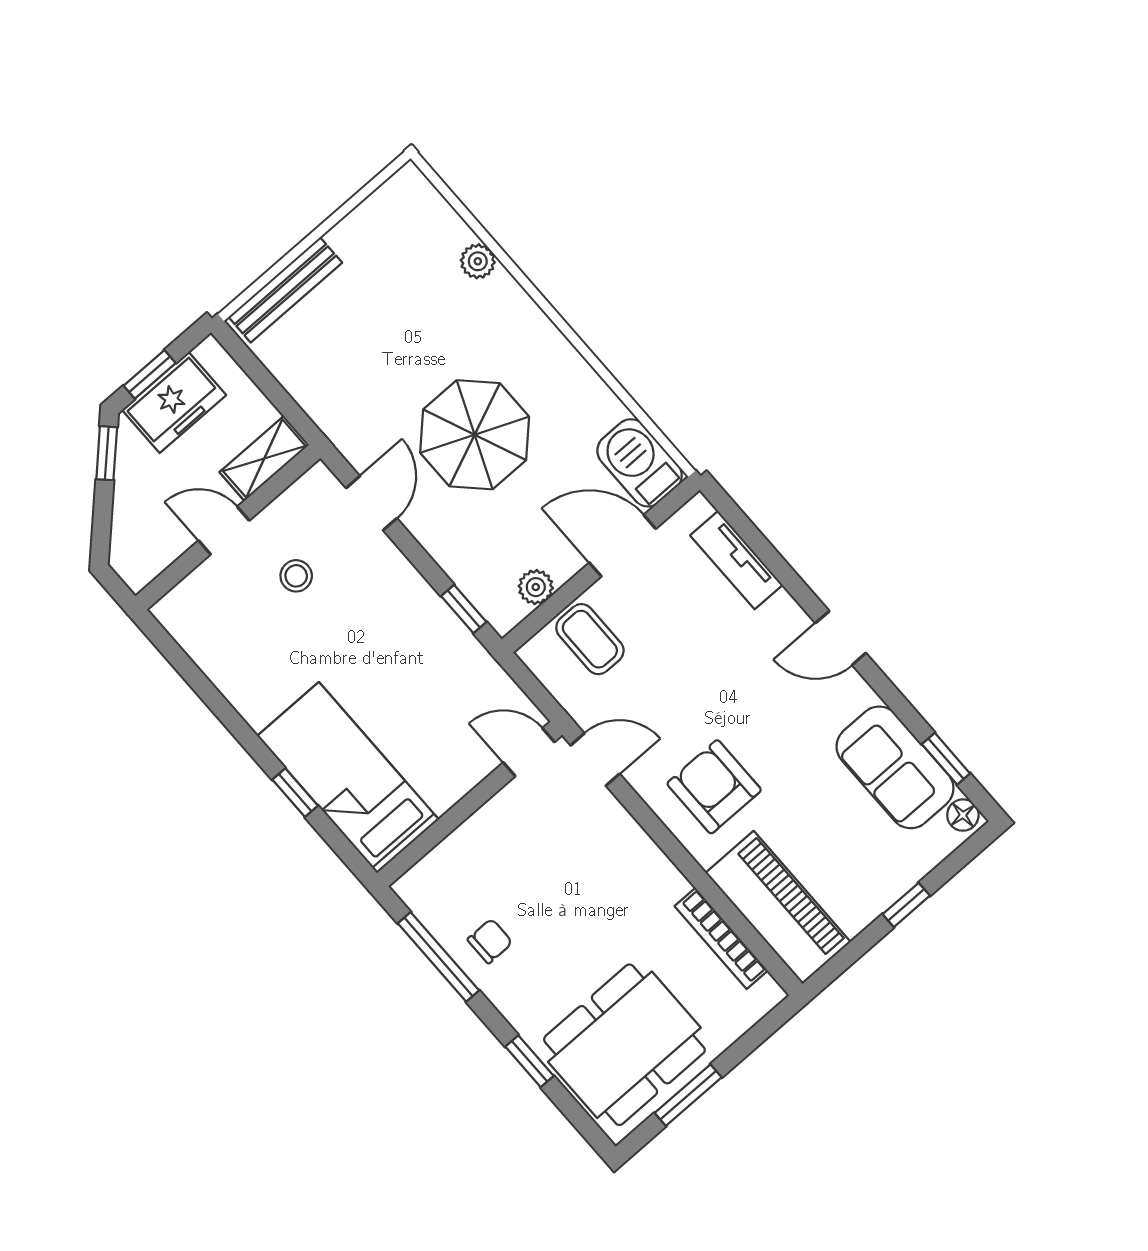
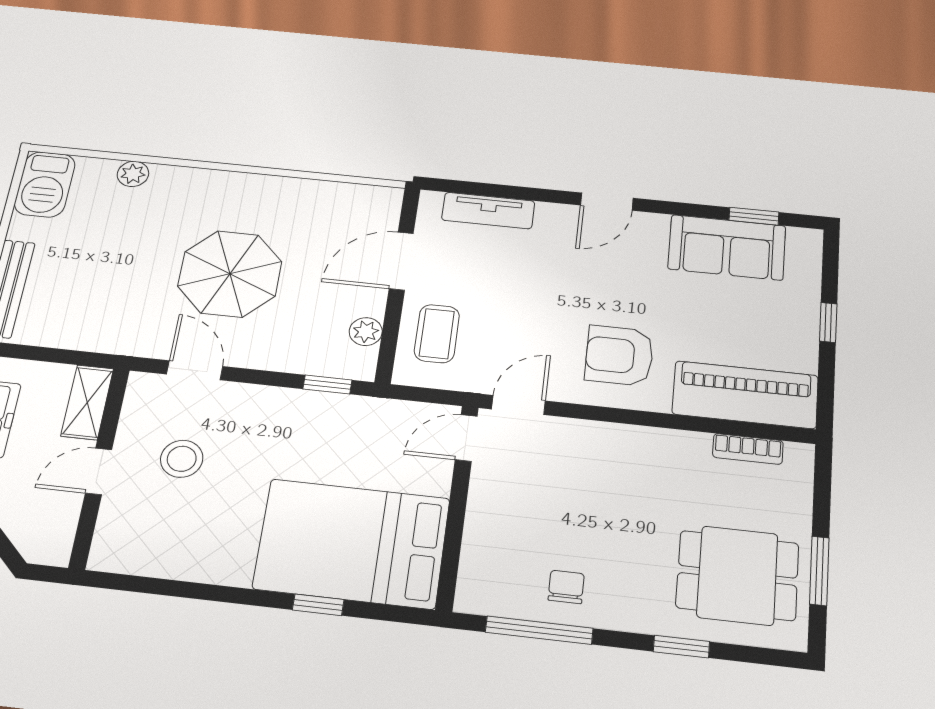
barbecue: (640, 463) -> (45, 184), moved, turned -90
stool: (296, 576) -> (182, 459), width x1.37, depth x1.37
coffee table: (590, 639) -> (437, 334), turned 90
bed: (348, 778) -> (352, 543), width x1.50
floor lamp: (963, 815) -> (803, 240), removed
bookcase: (721, 938) -> (748, 449), width x0.64
dining table: (624, 1045) -> (737, 575), width x0.73

